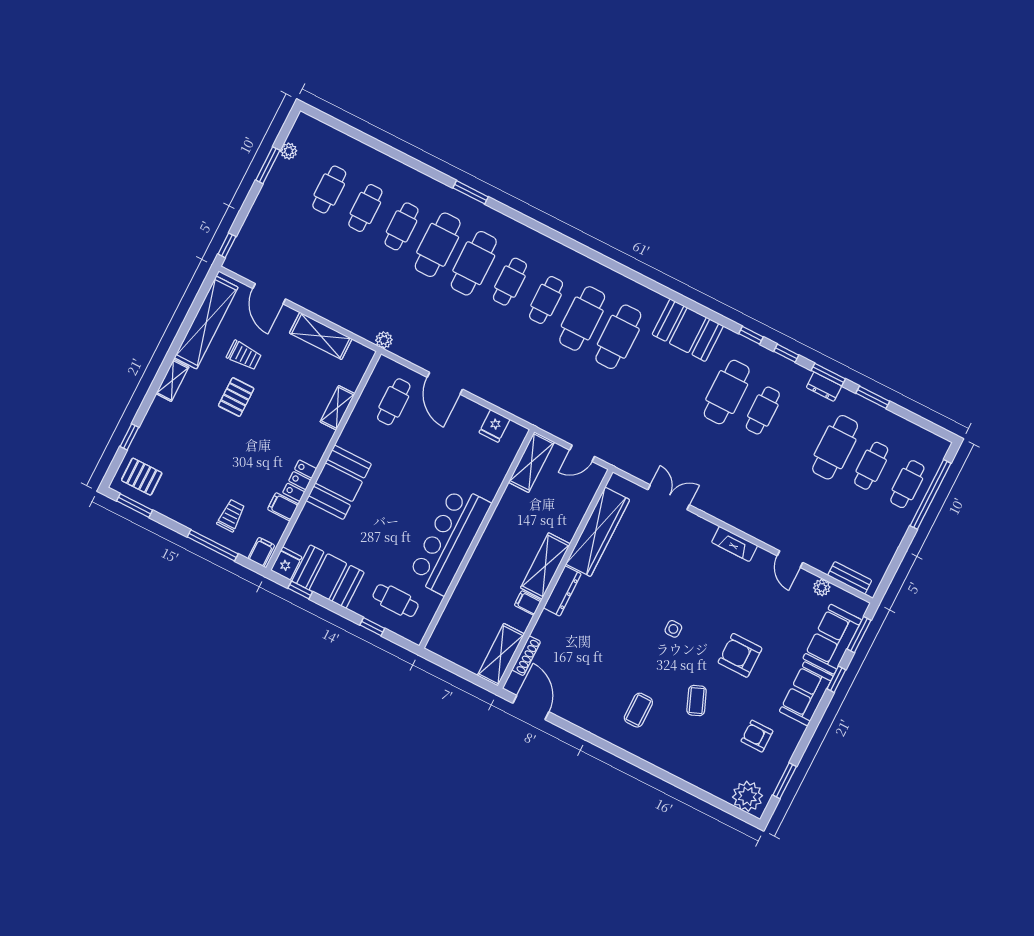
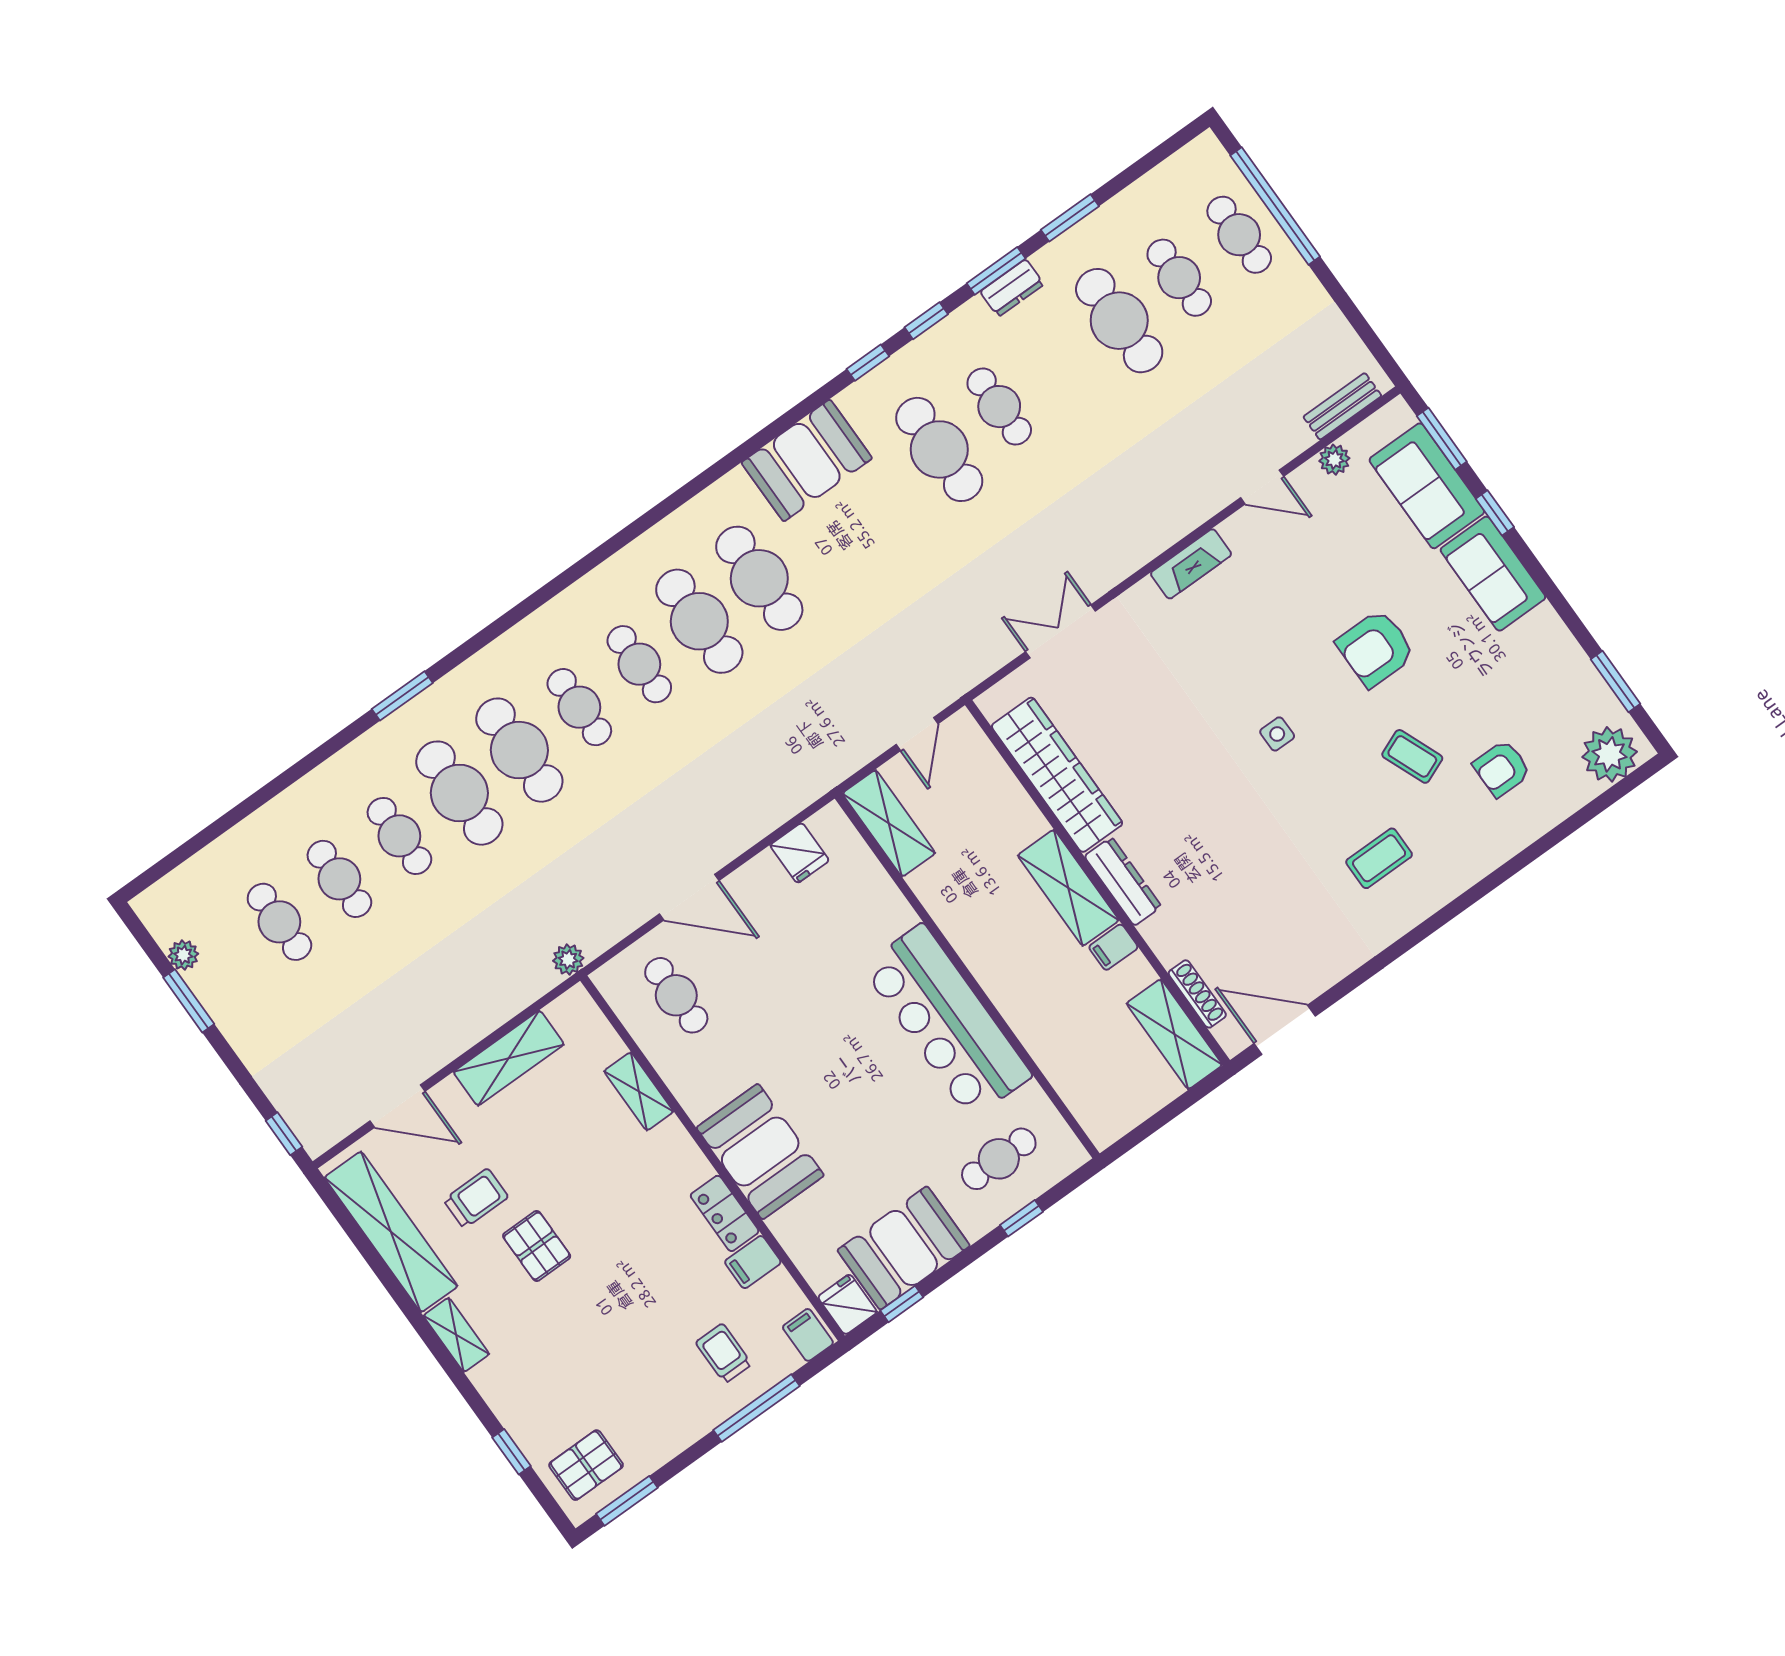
coffee table: (638, 710) -> (1379, 858), turned 90
armchair: (757, 736) -> (1502, 769), moved

